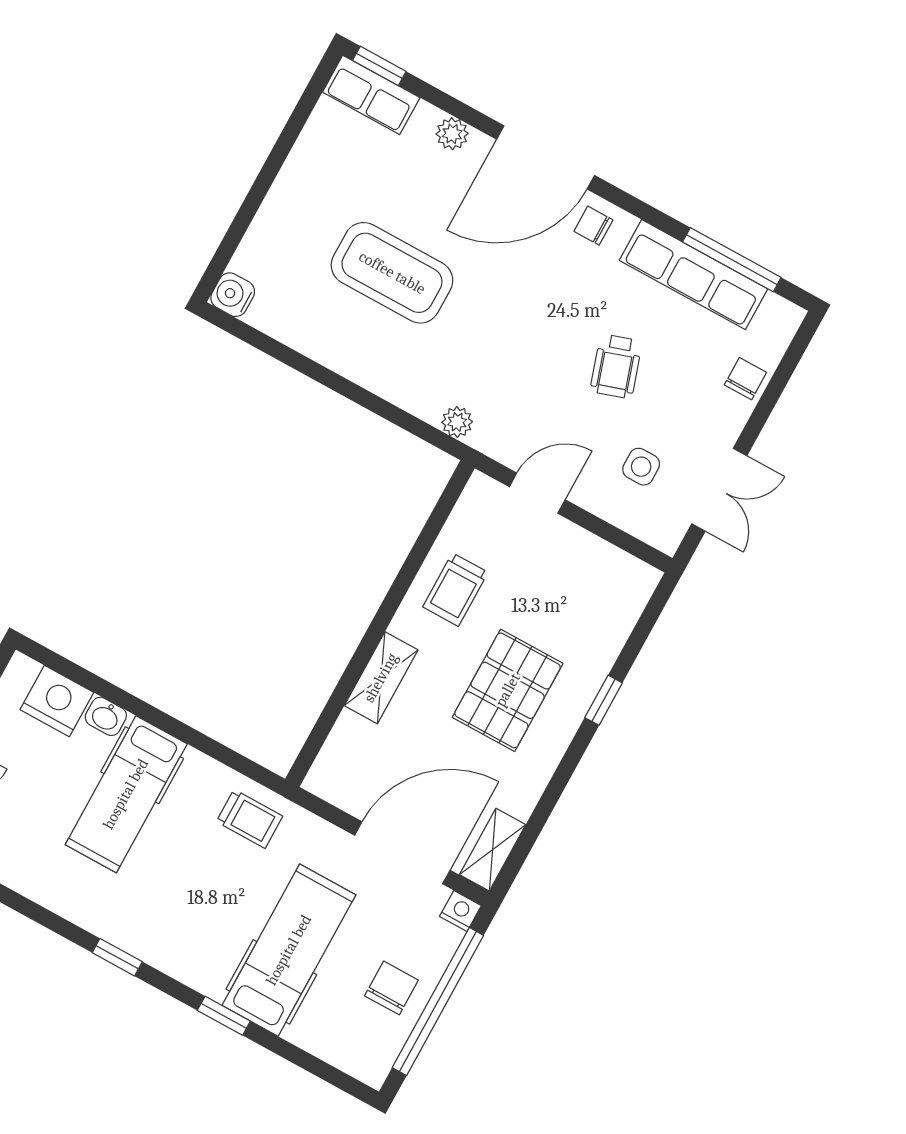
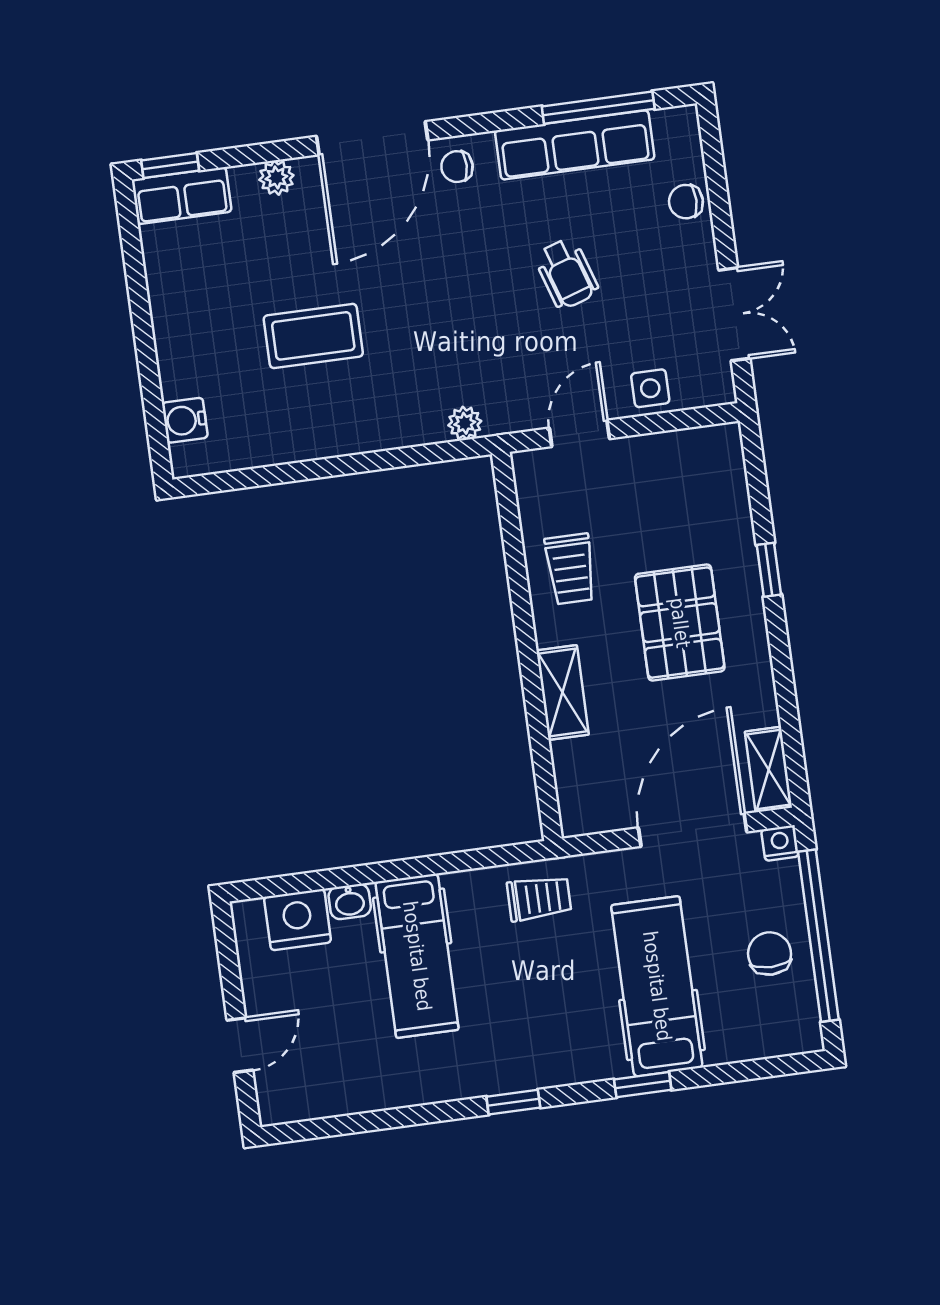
coffee table: (392, 273) -> (313, 336), width x0.73, depth x0.76
water cooler: (233, 295) -> (185, 420), moved
chair: (745, 379) -> (686, 202), turned -90
side table: (641, 467) -> (650, 388), moved

